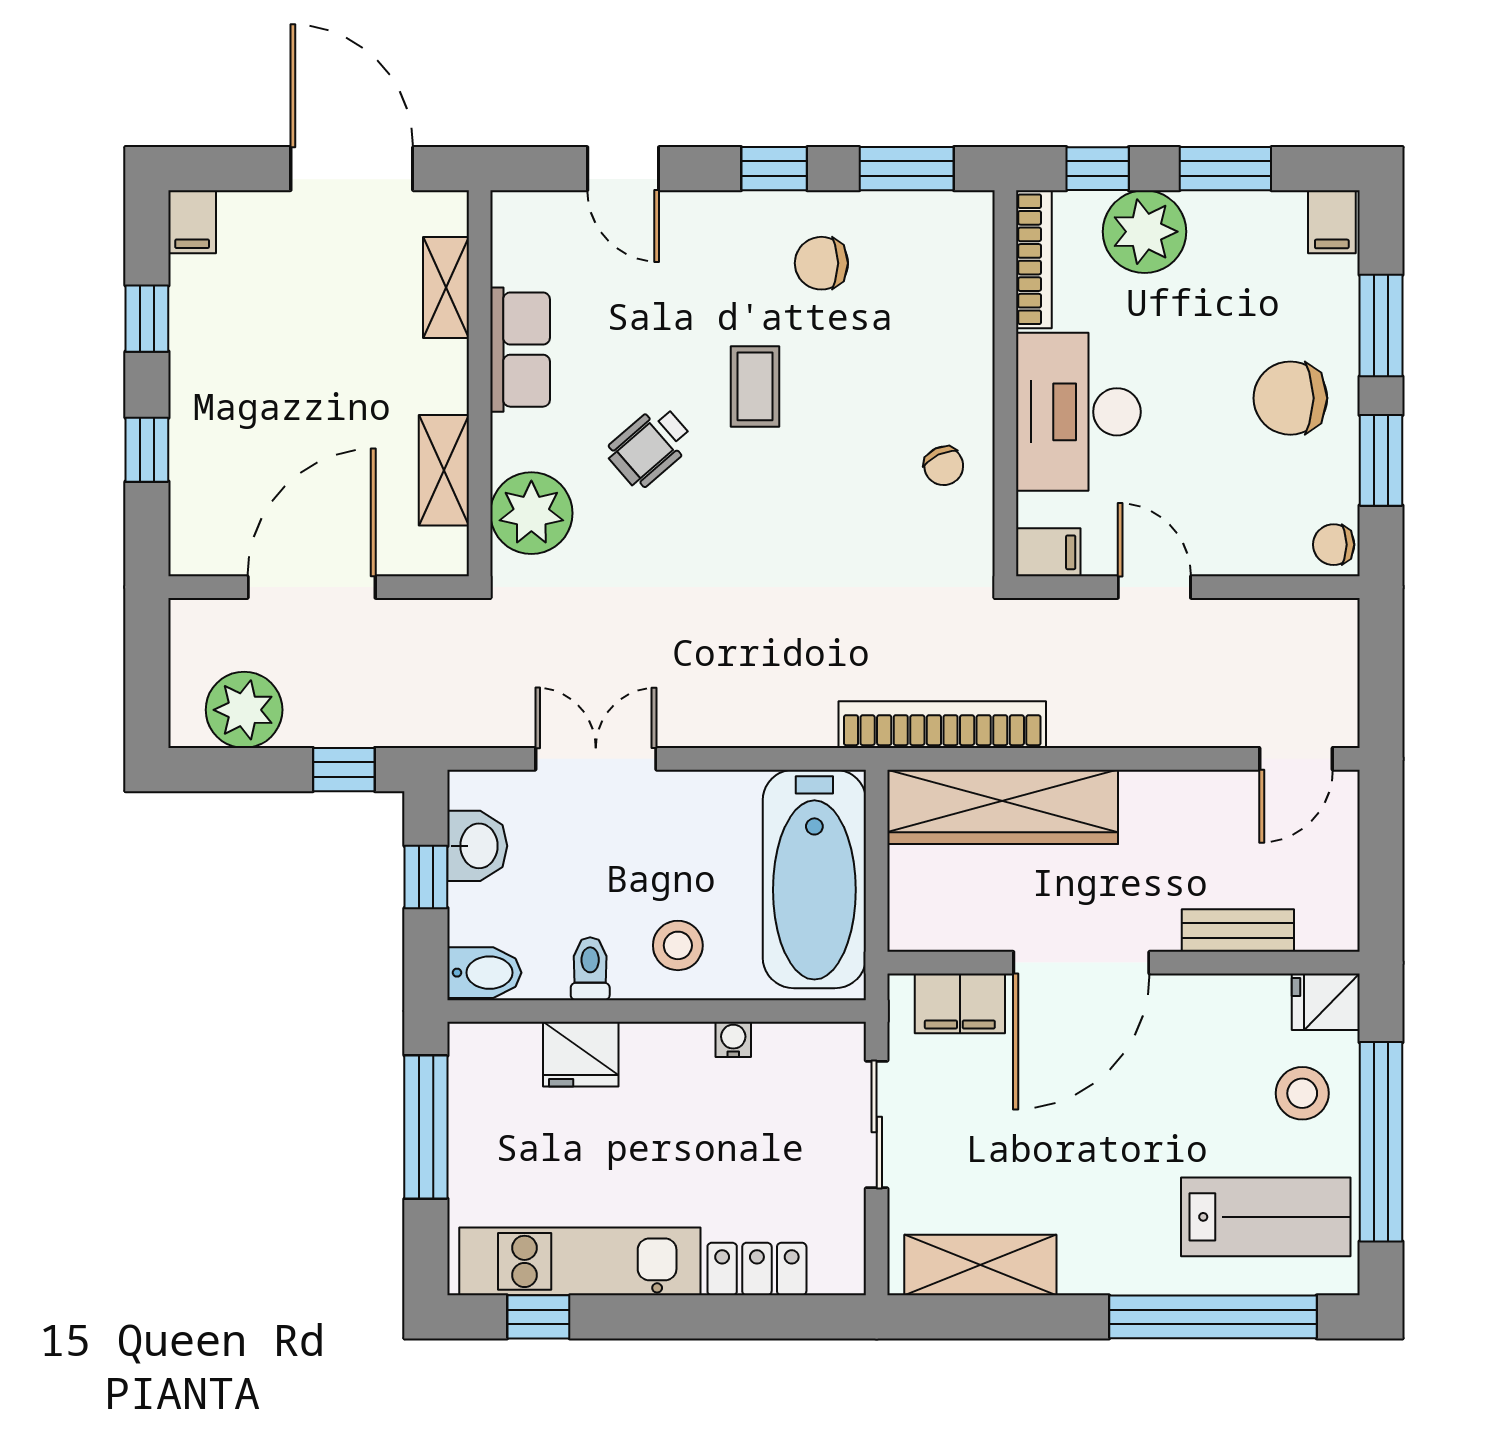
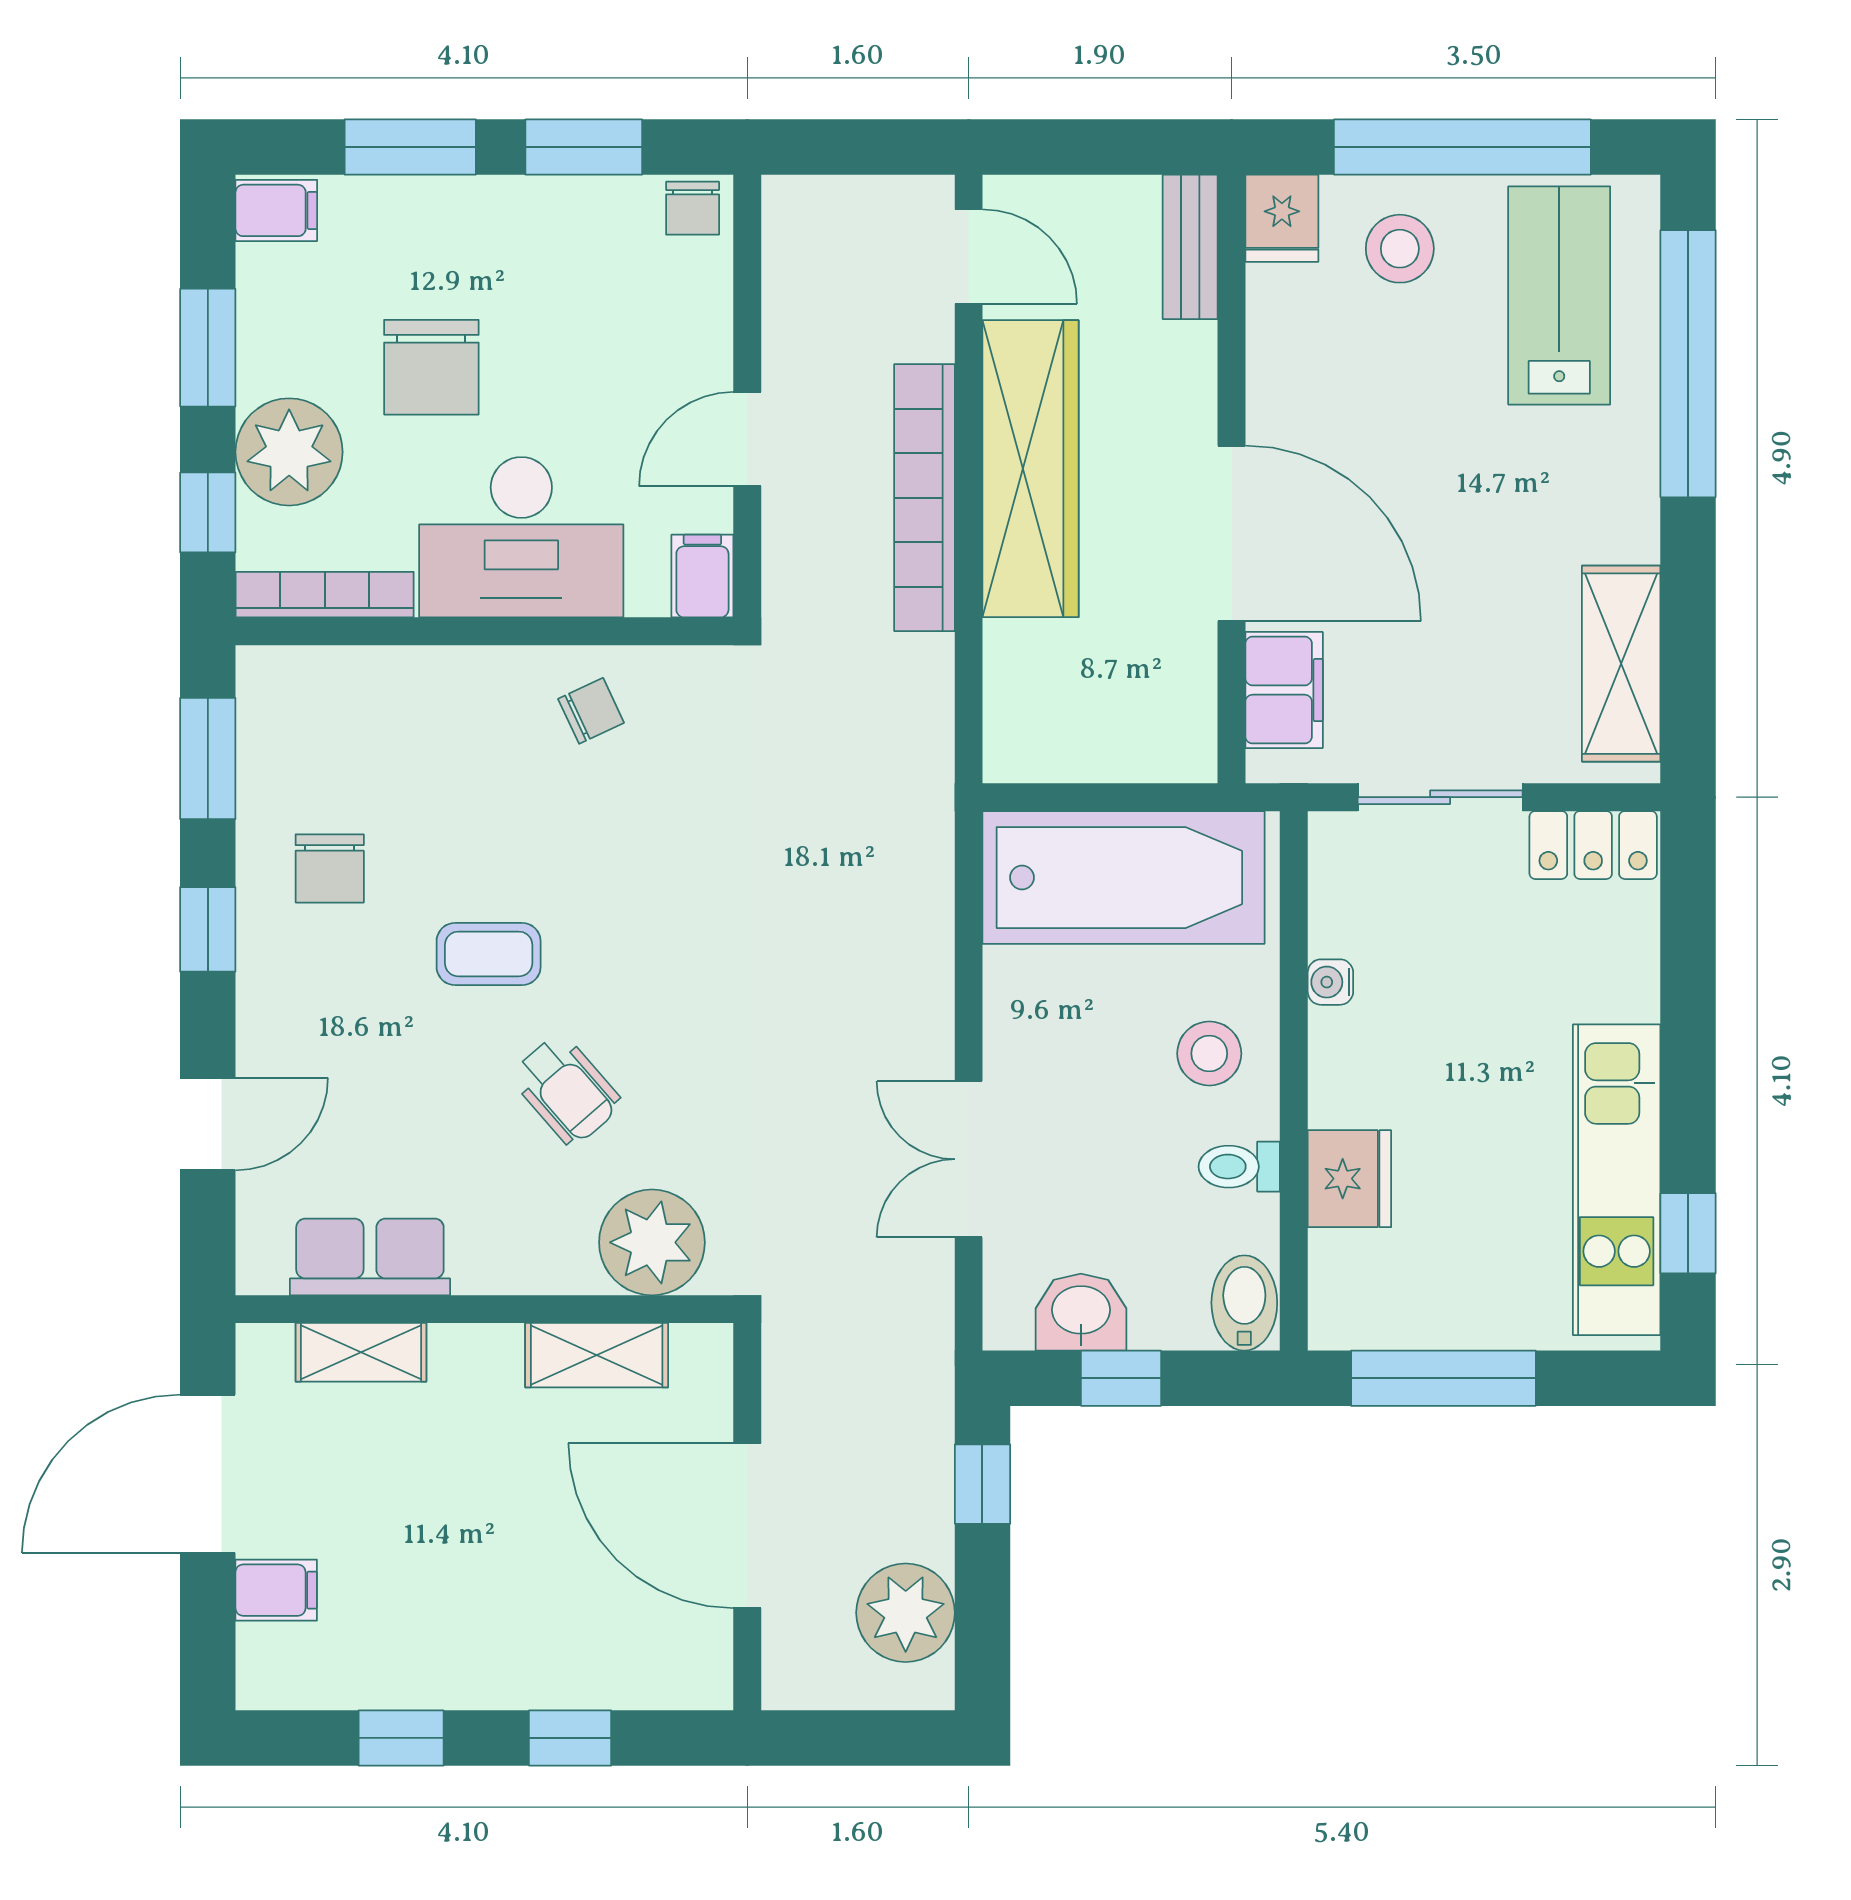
filing cabinet: (192, 222) -> (276, 1590), moved
row of seats: (520, 350) -> (370, 1257), moved
chair: (1290, 398) -> (431, 367), moved
bookcase: (942, 725) -> (924, 498), moved
wardrobe: (1003, 807) -> (1031, 469), moved
bench: (1238, 931) -> (1190, 247), moved
locker: (757, 1269) -> (1593, 845), moved, turned -90

